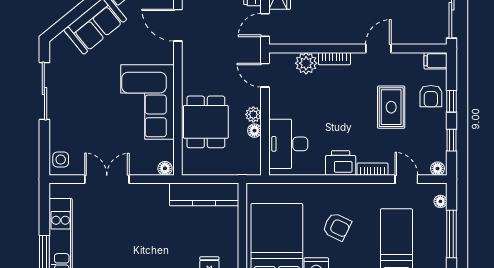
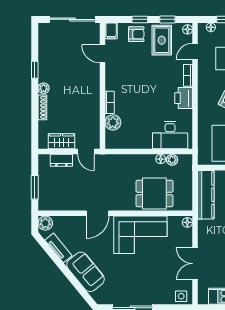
door: (178, 25) -> (97, 213), moved
door: (378, 48) -> (102, 54), moved
door: (265, 75) -> (121, 152), removed
rug: (391, 107) -> (162, 40), moved, turned 90
plant: (253, 114) -> (172, 160), moved

